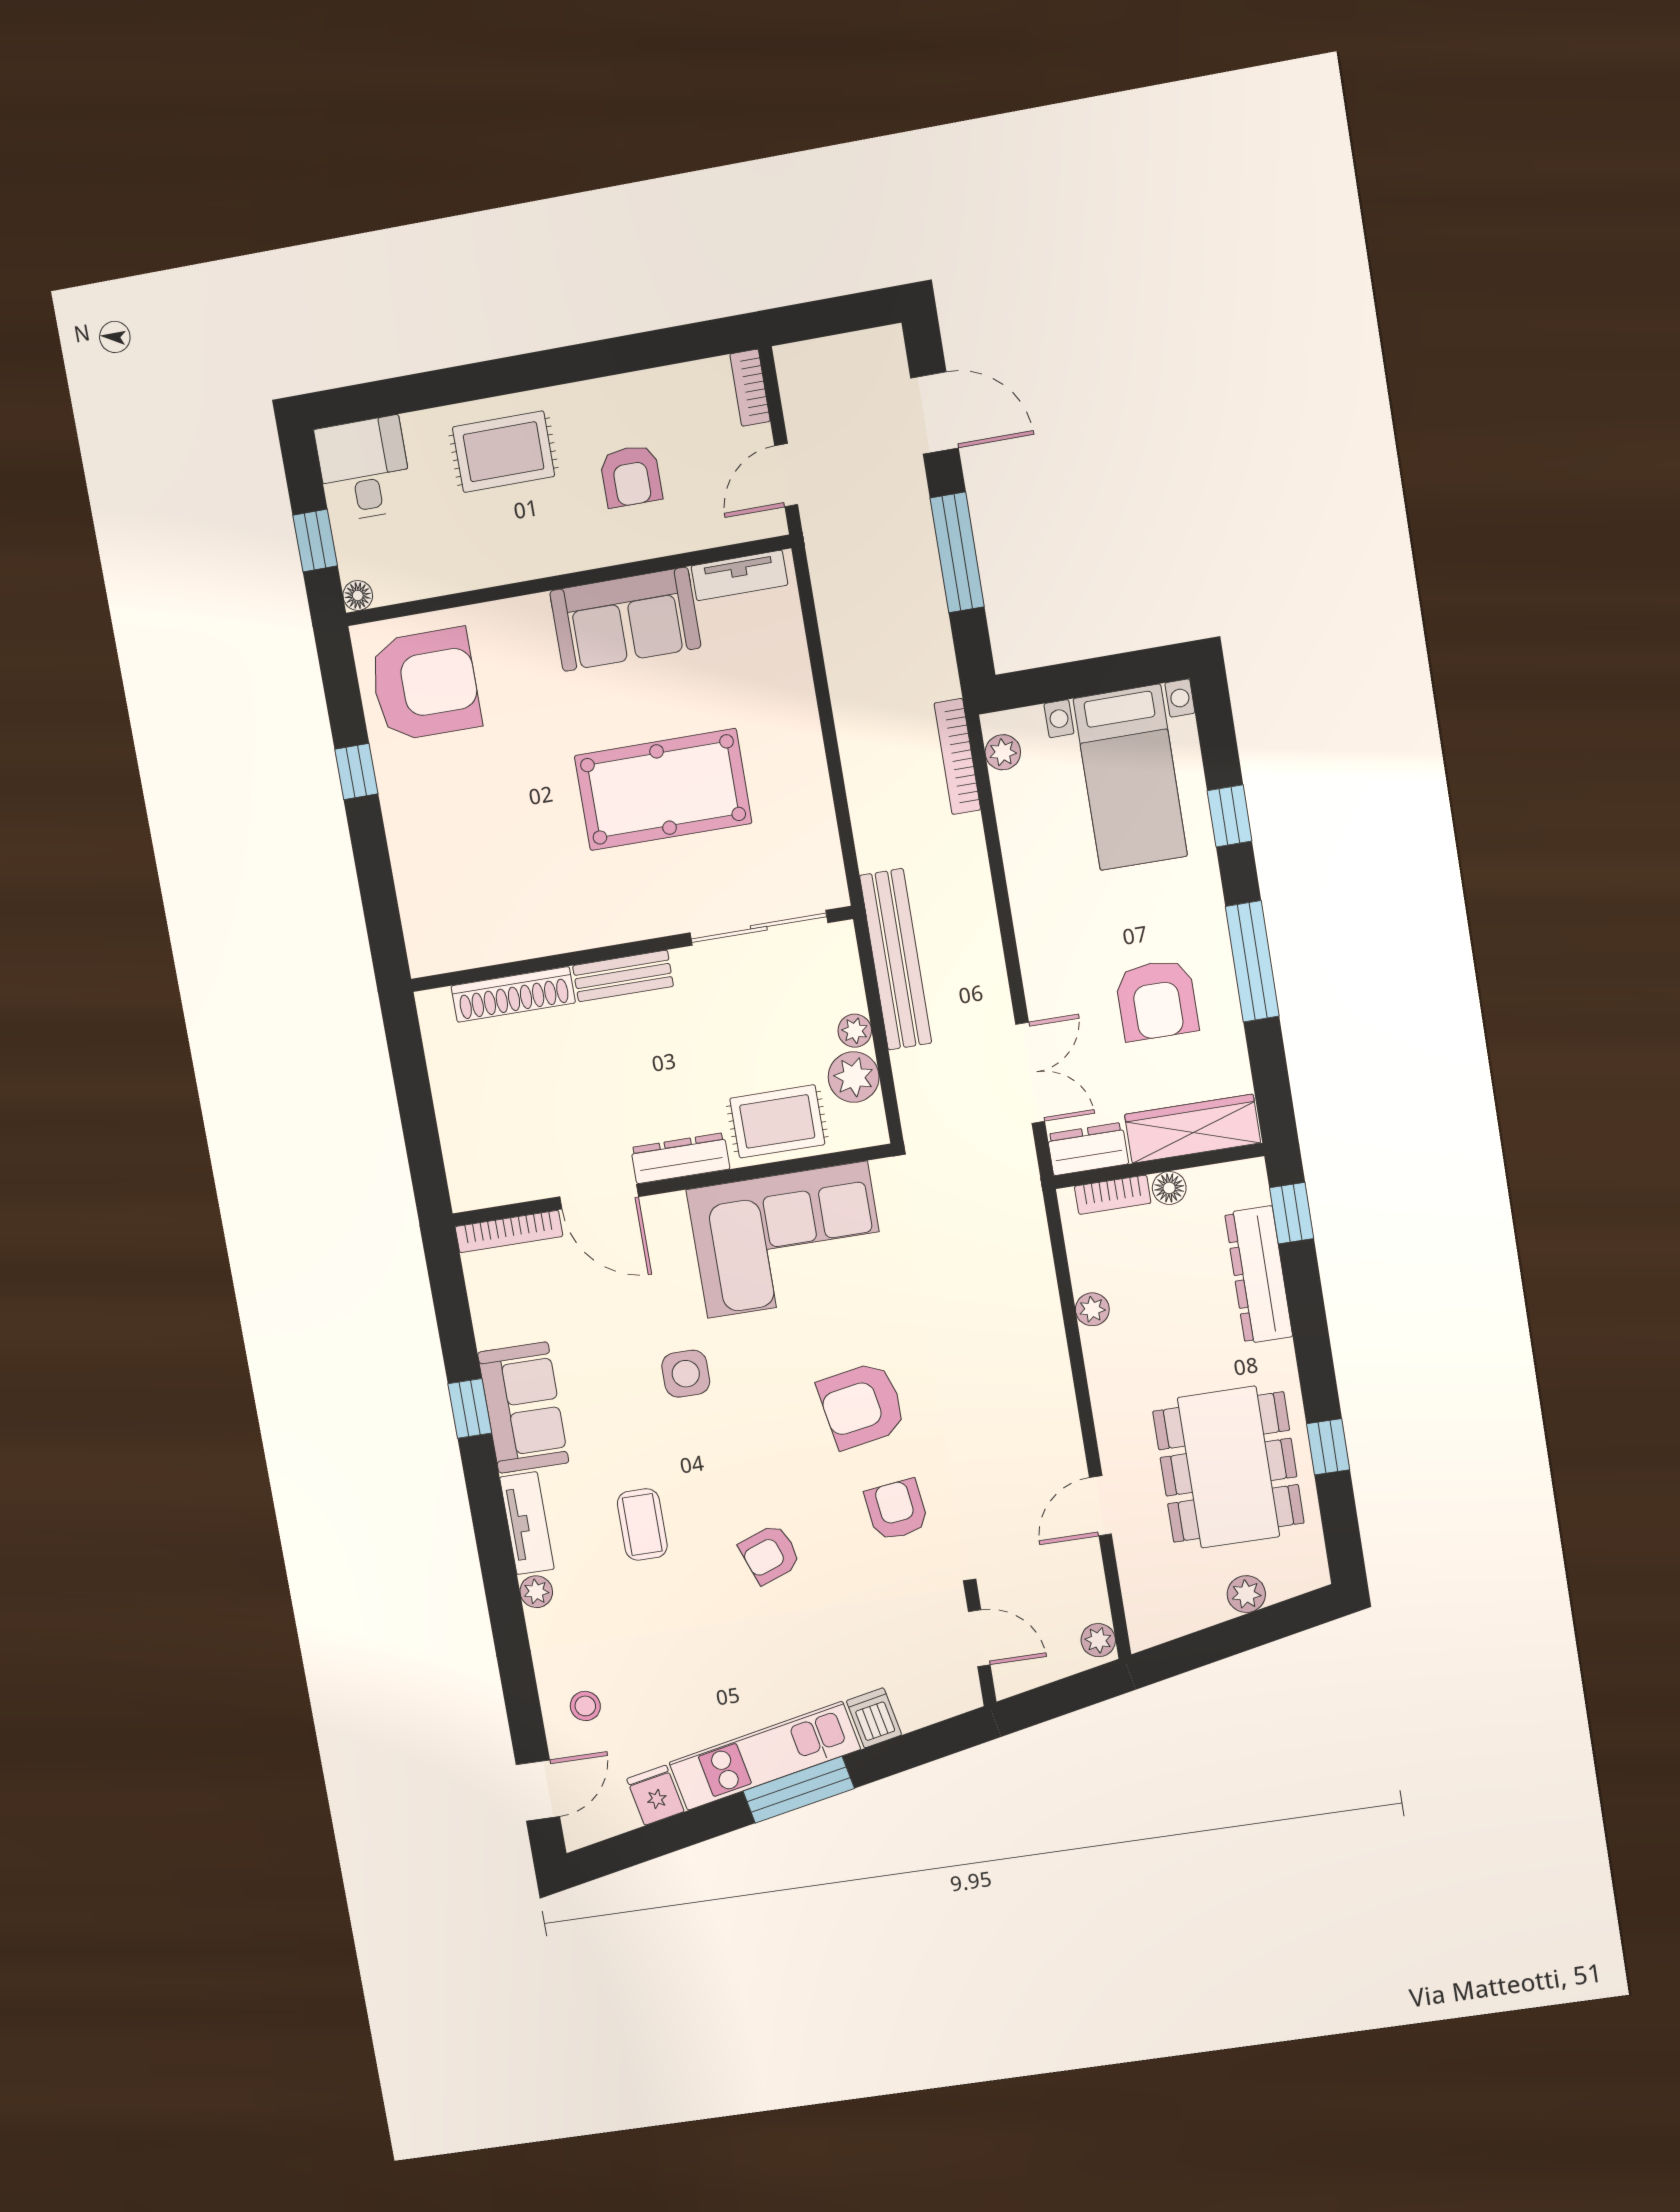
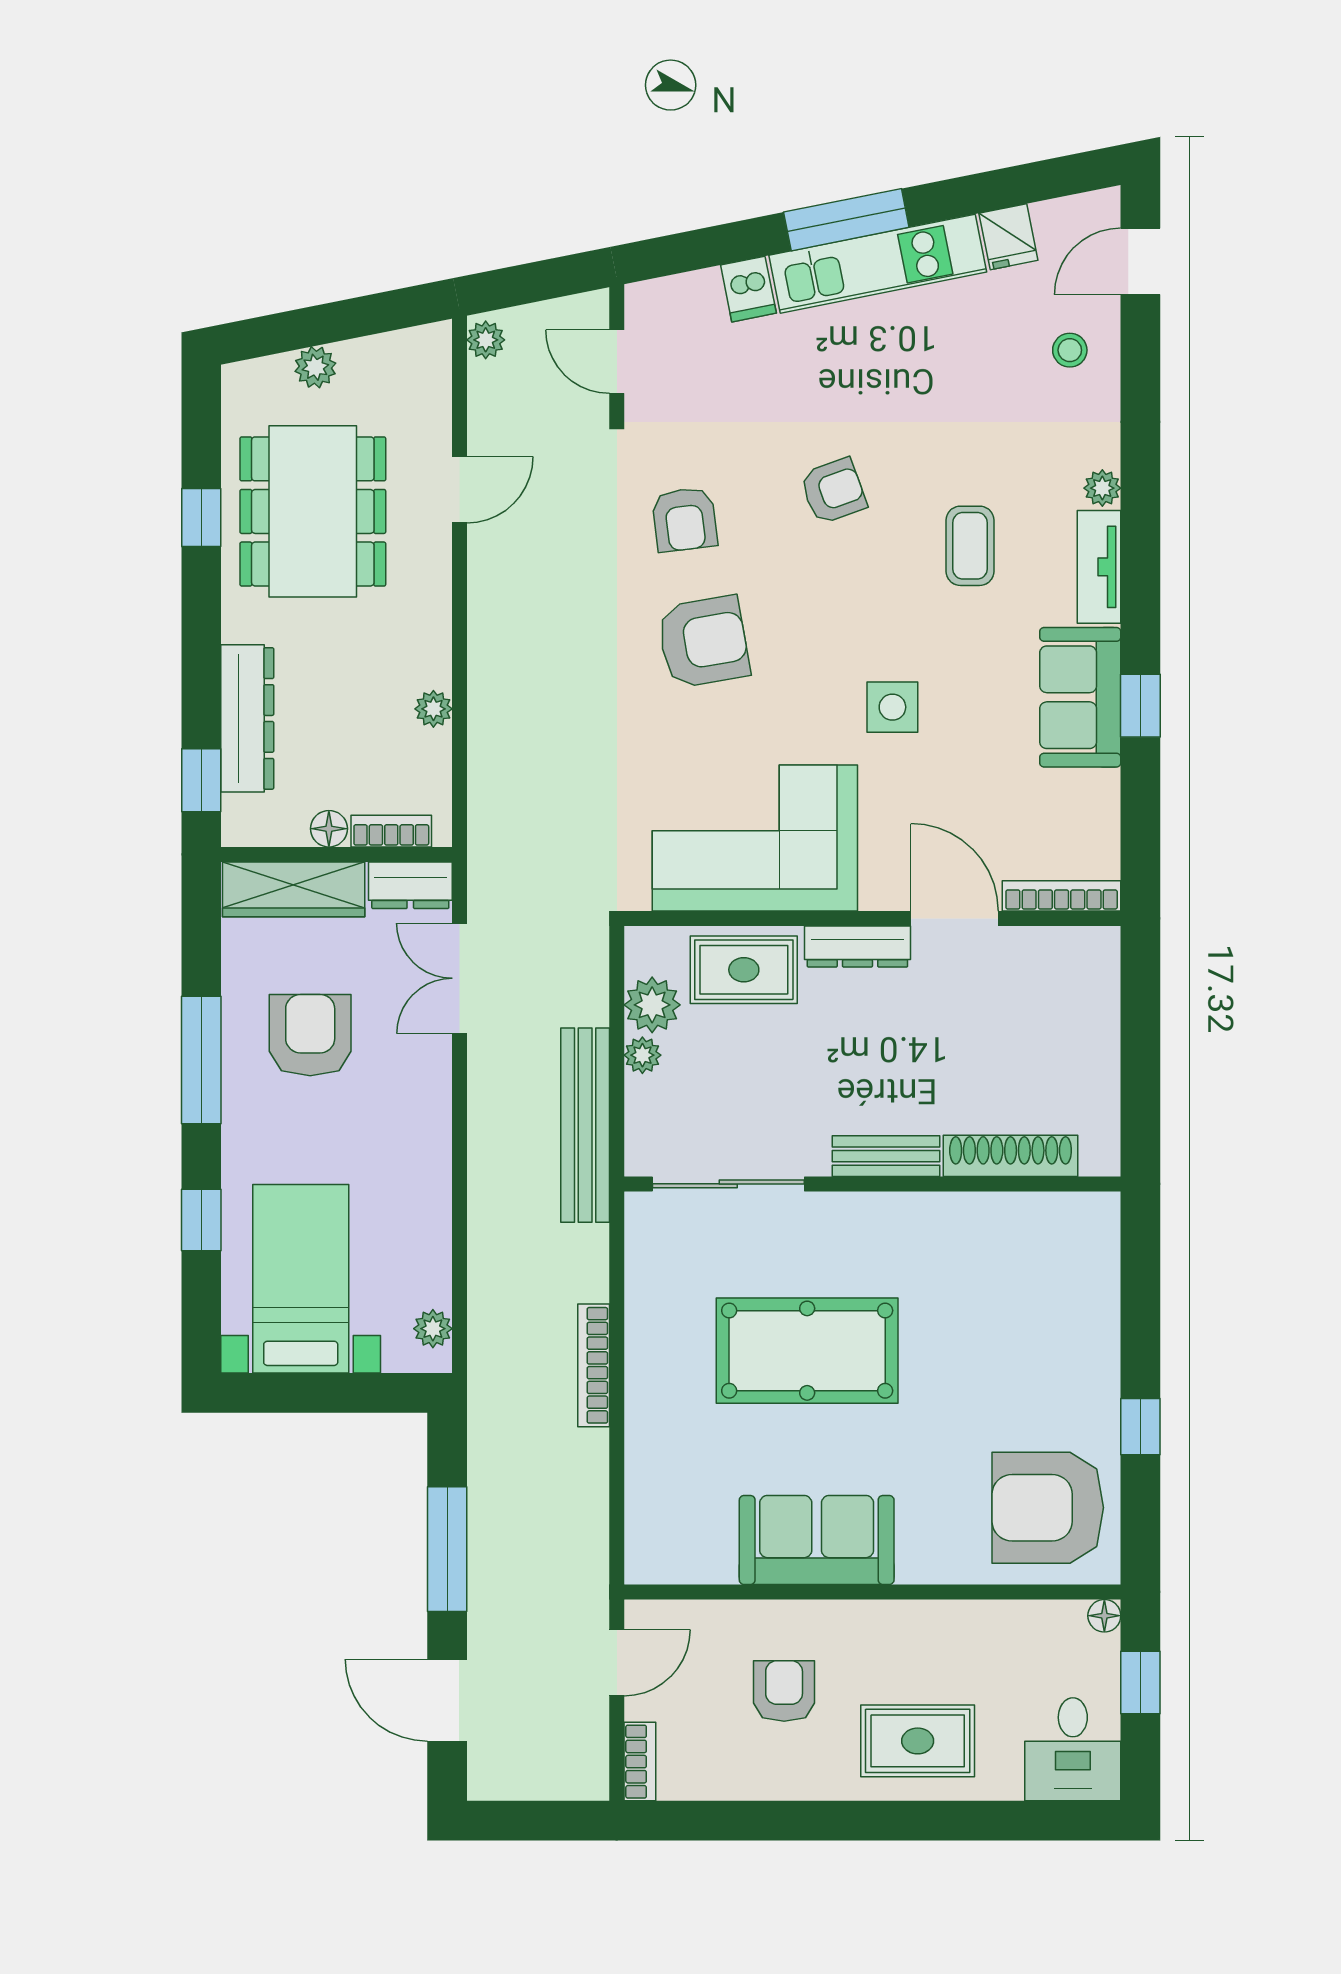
tv unit: (739, 575) -> (685, 1565), removed
bookcase: (957, 757) -> (594, 1365), moved, turned 180

